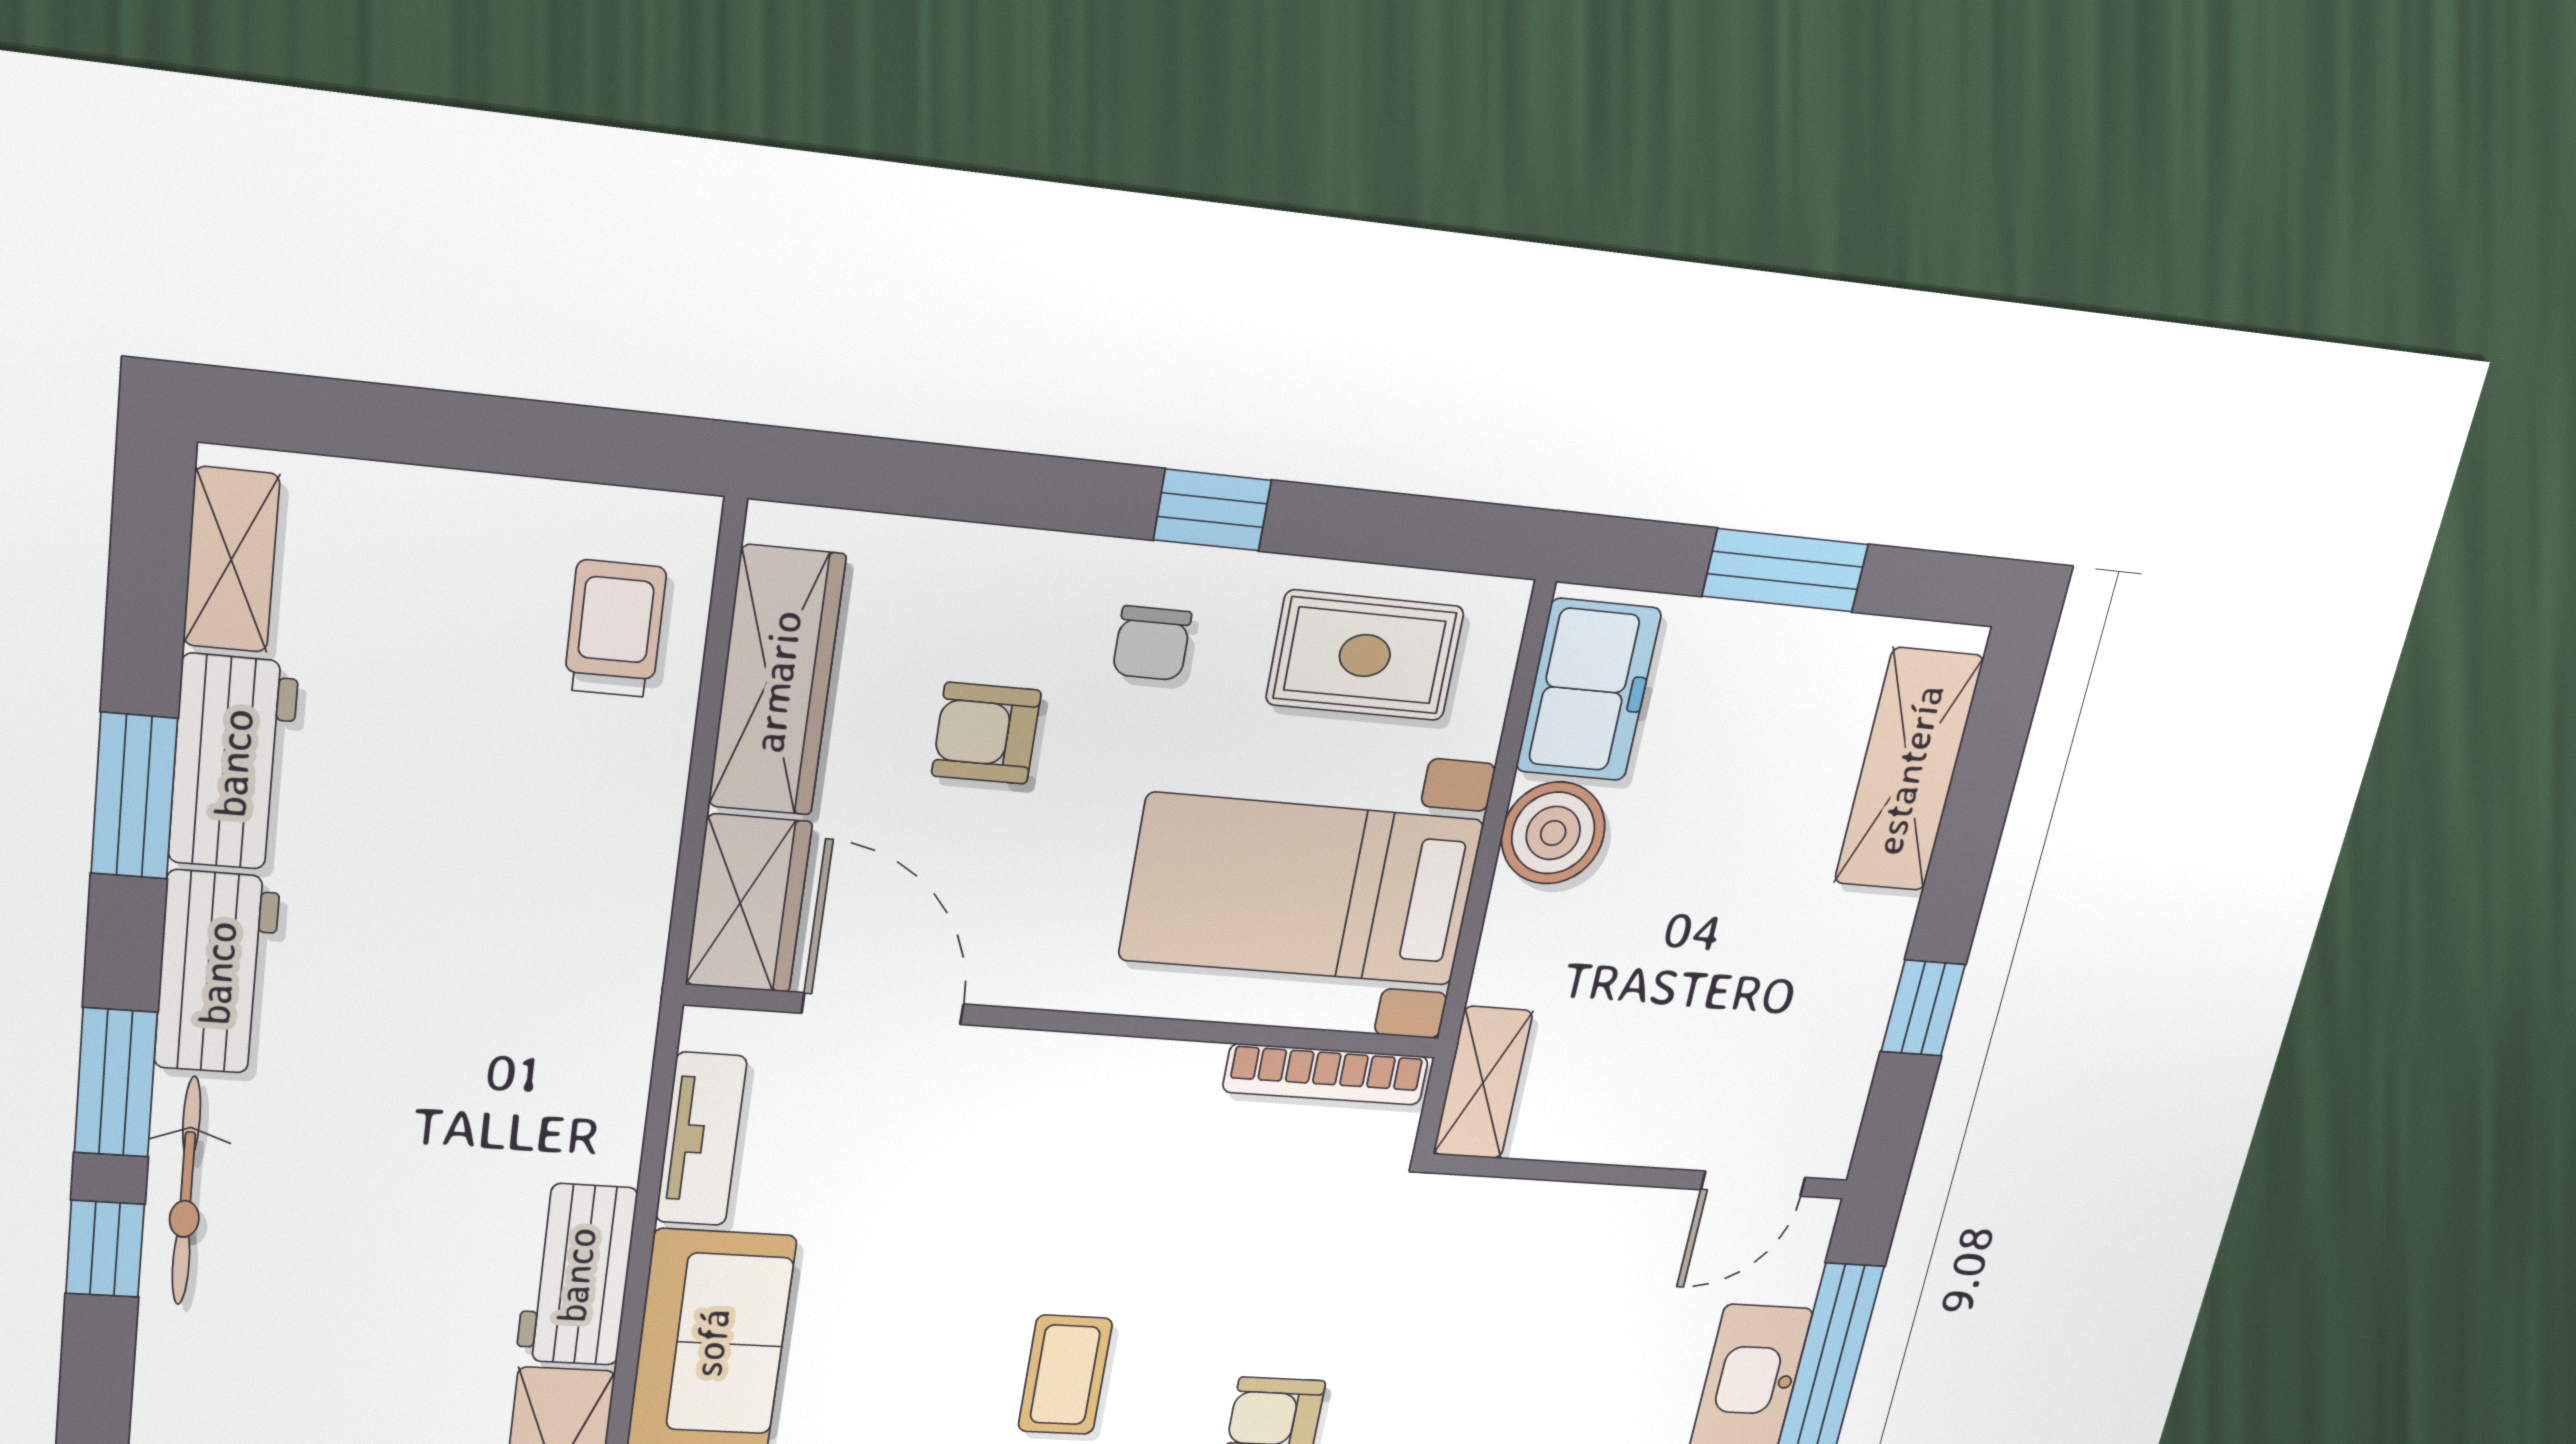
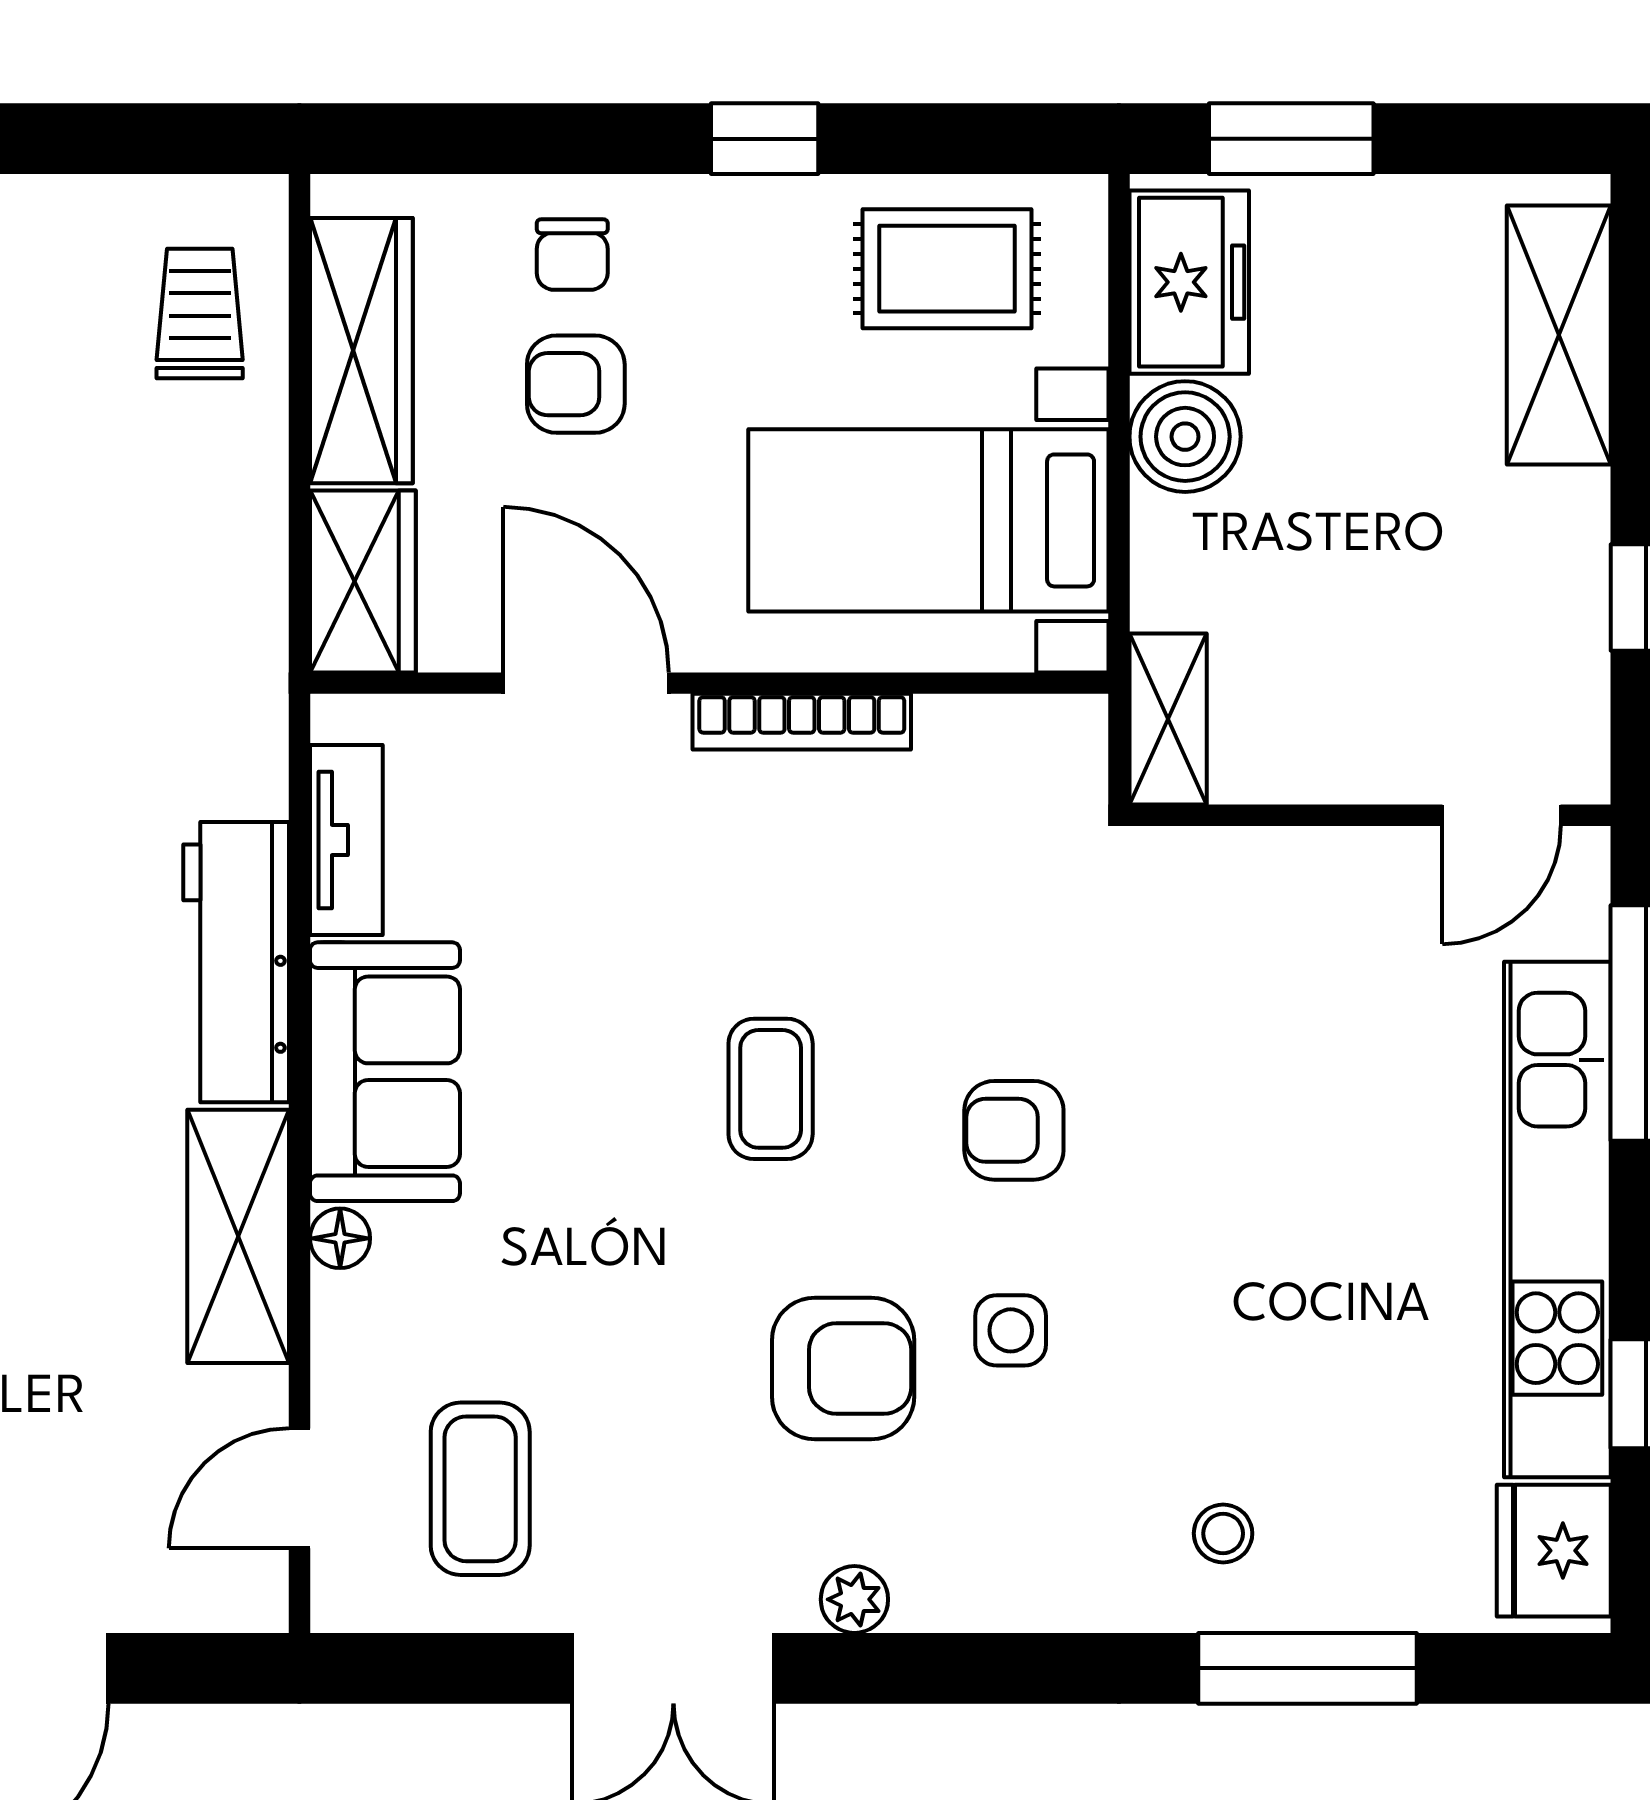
window: (1785, 570) -> (1291, 139), moved
chair: (1152, 643) -> (572, 255), moved
door: (883, 1009) -> (586, 683), moved
bookcase: (1326, 1074) -> (802, 722), moved
workbench: (576, 1275) -> (236, 962), width x1.38

